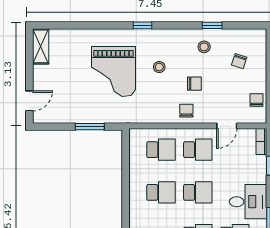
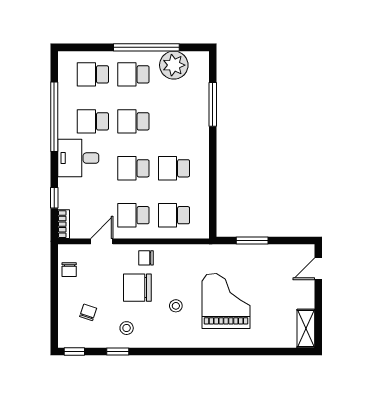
window: (143, 25) -> (74, 352), moved
chair: (194, 84) -> (137, 288), width x1.87, depth x1.87
chair: (186, 111) -> (146, 258), turned 90

